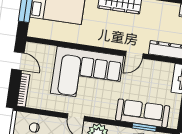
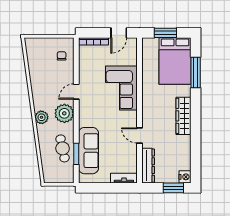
corner sofa: (87, 75) -> (121, 88), width x0.73, depth x0.74

